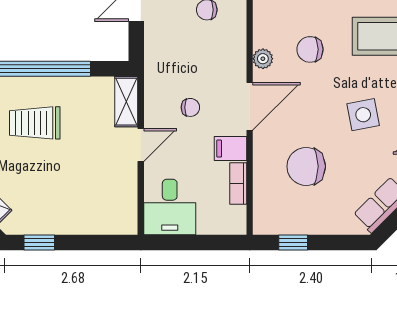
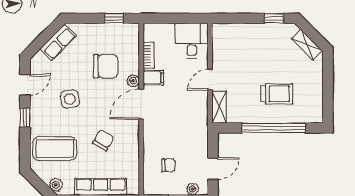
chair: (310, 49) -> (103, 140), turned -60
plant: (263, 59) -> (133, 81), moved
chair: (190, 107) -> (179, 104), removed

